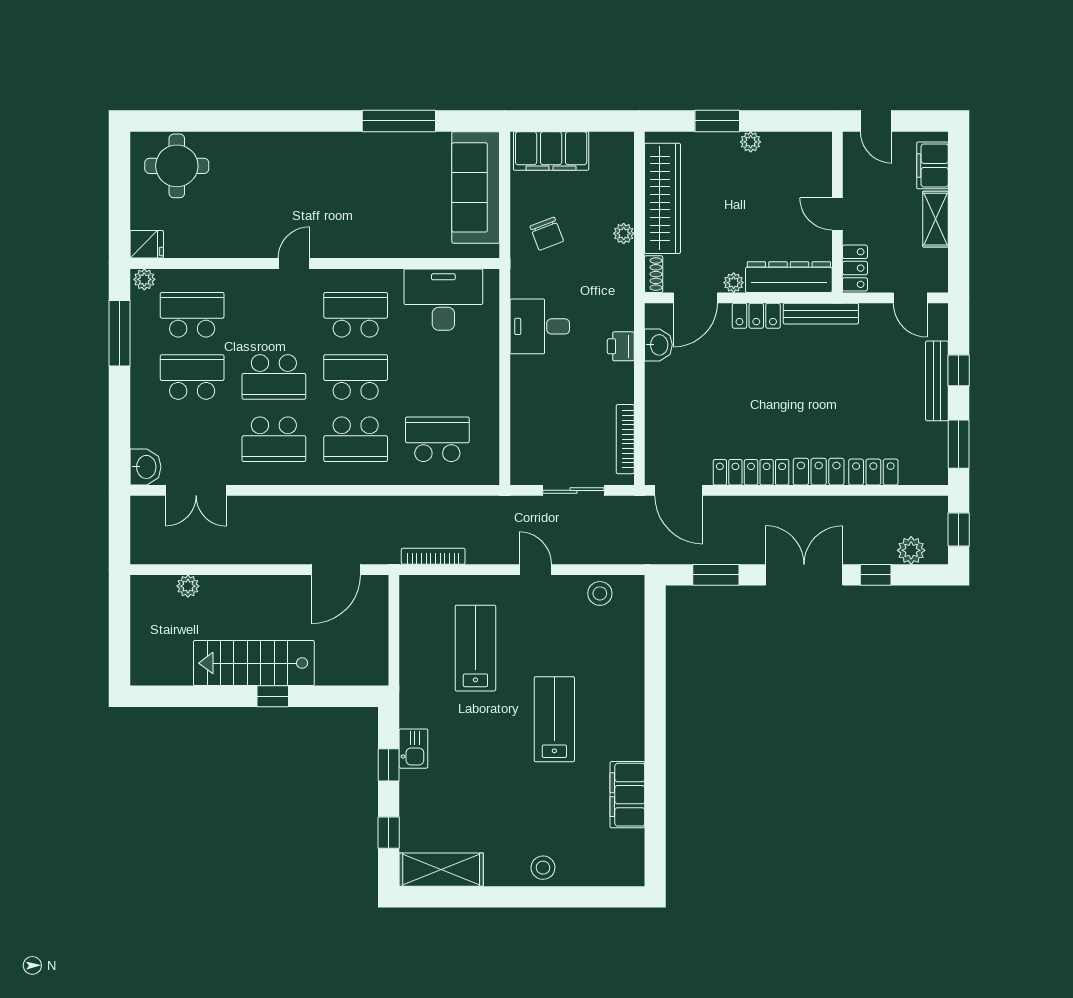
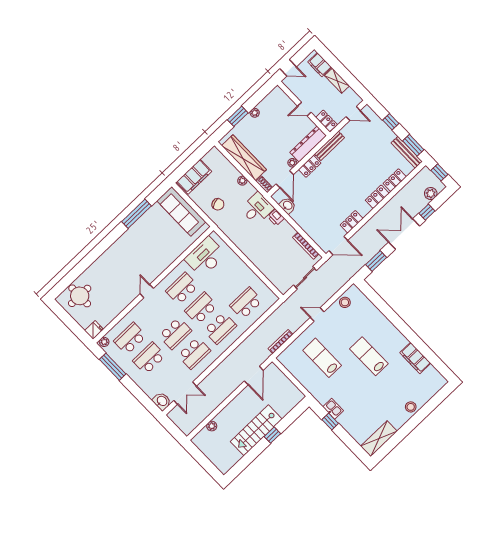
desk: (540, 326) -> (257, 208), moved, turned 180
bench: (937, 381) -> (407, 152), moved
locker: (751, 472) -> (352, 222), width x0.66
window: (389, 833) -> (351, 443), removed

